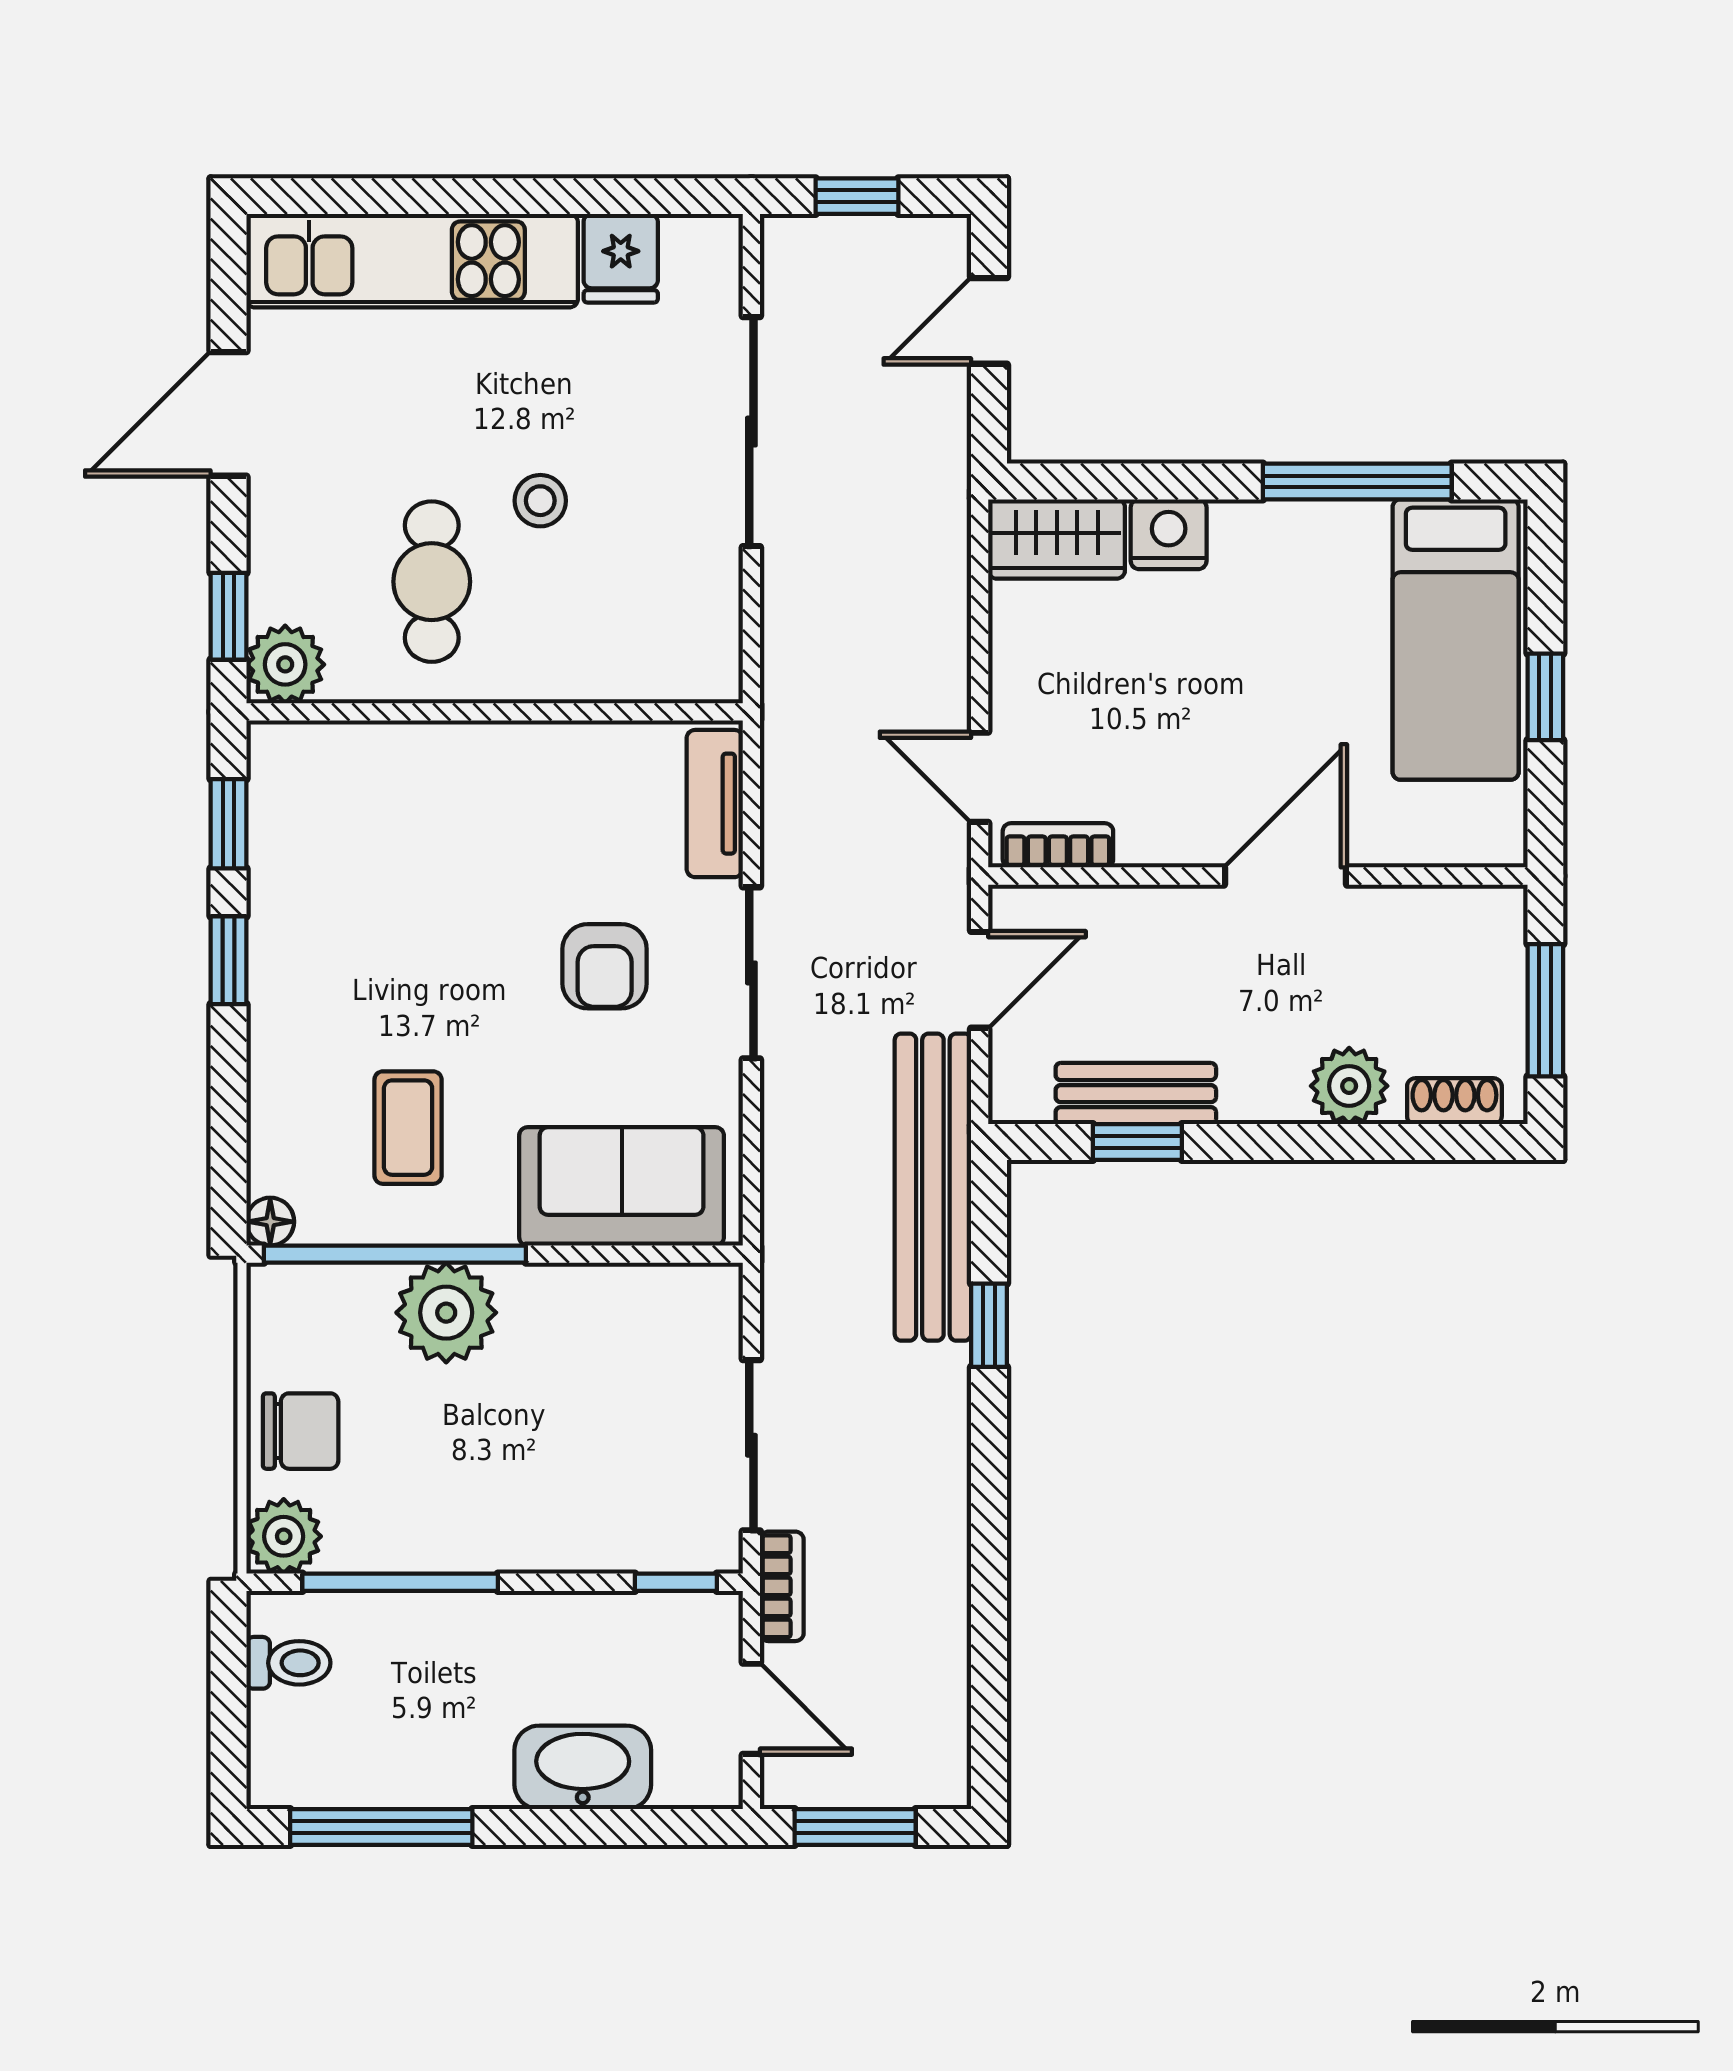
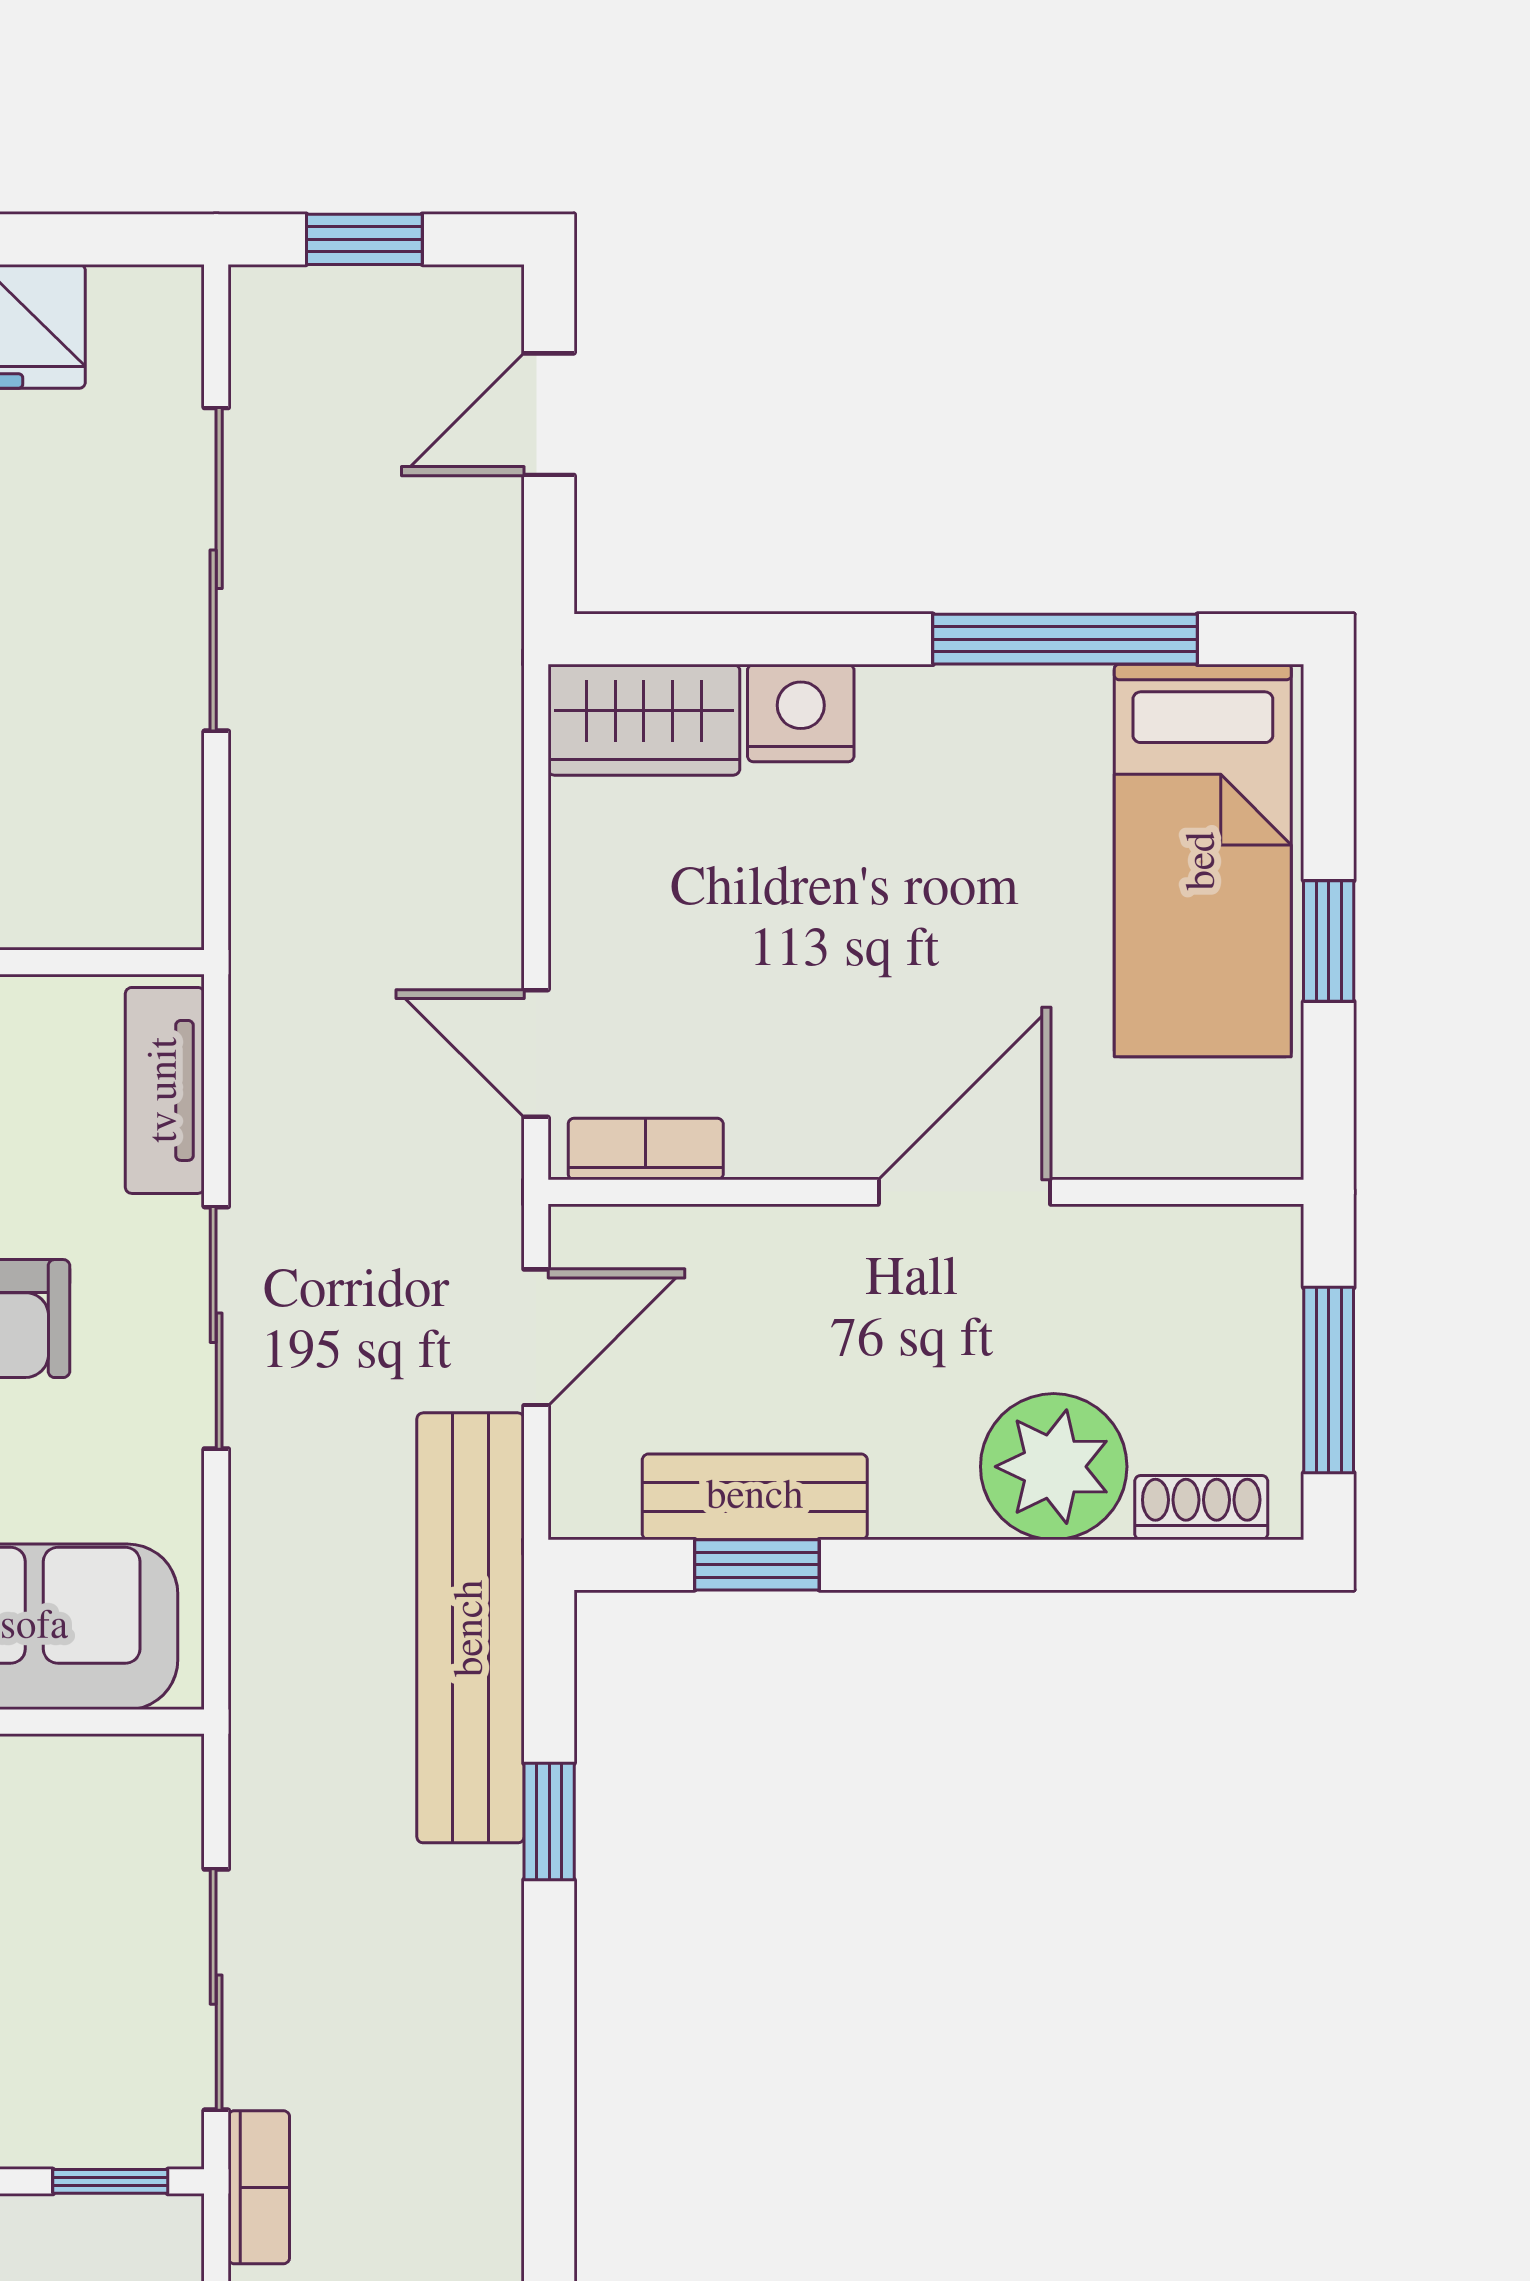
plant: (1349, 1086) -> (1054, 1467), width x1.36, depth x1.36

